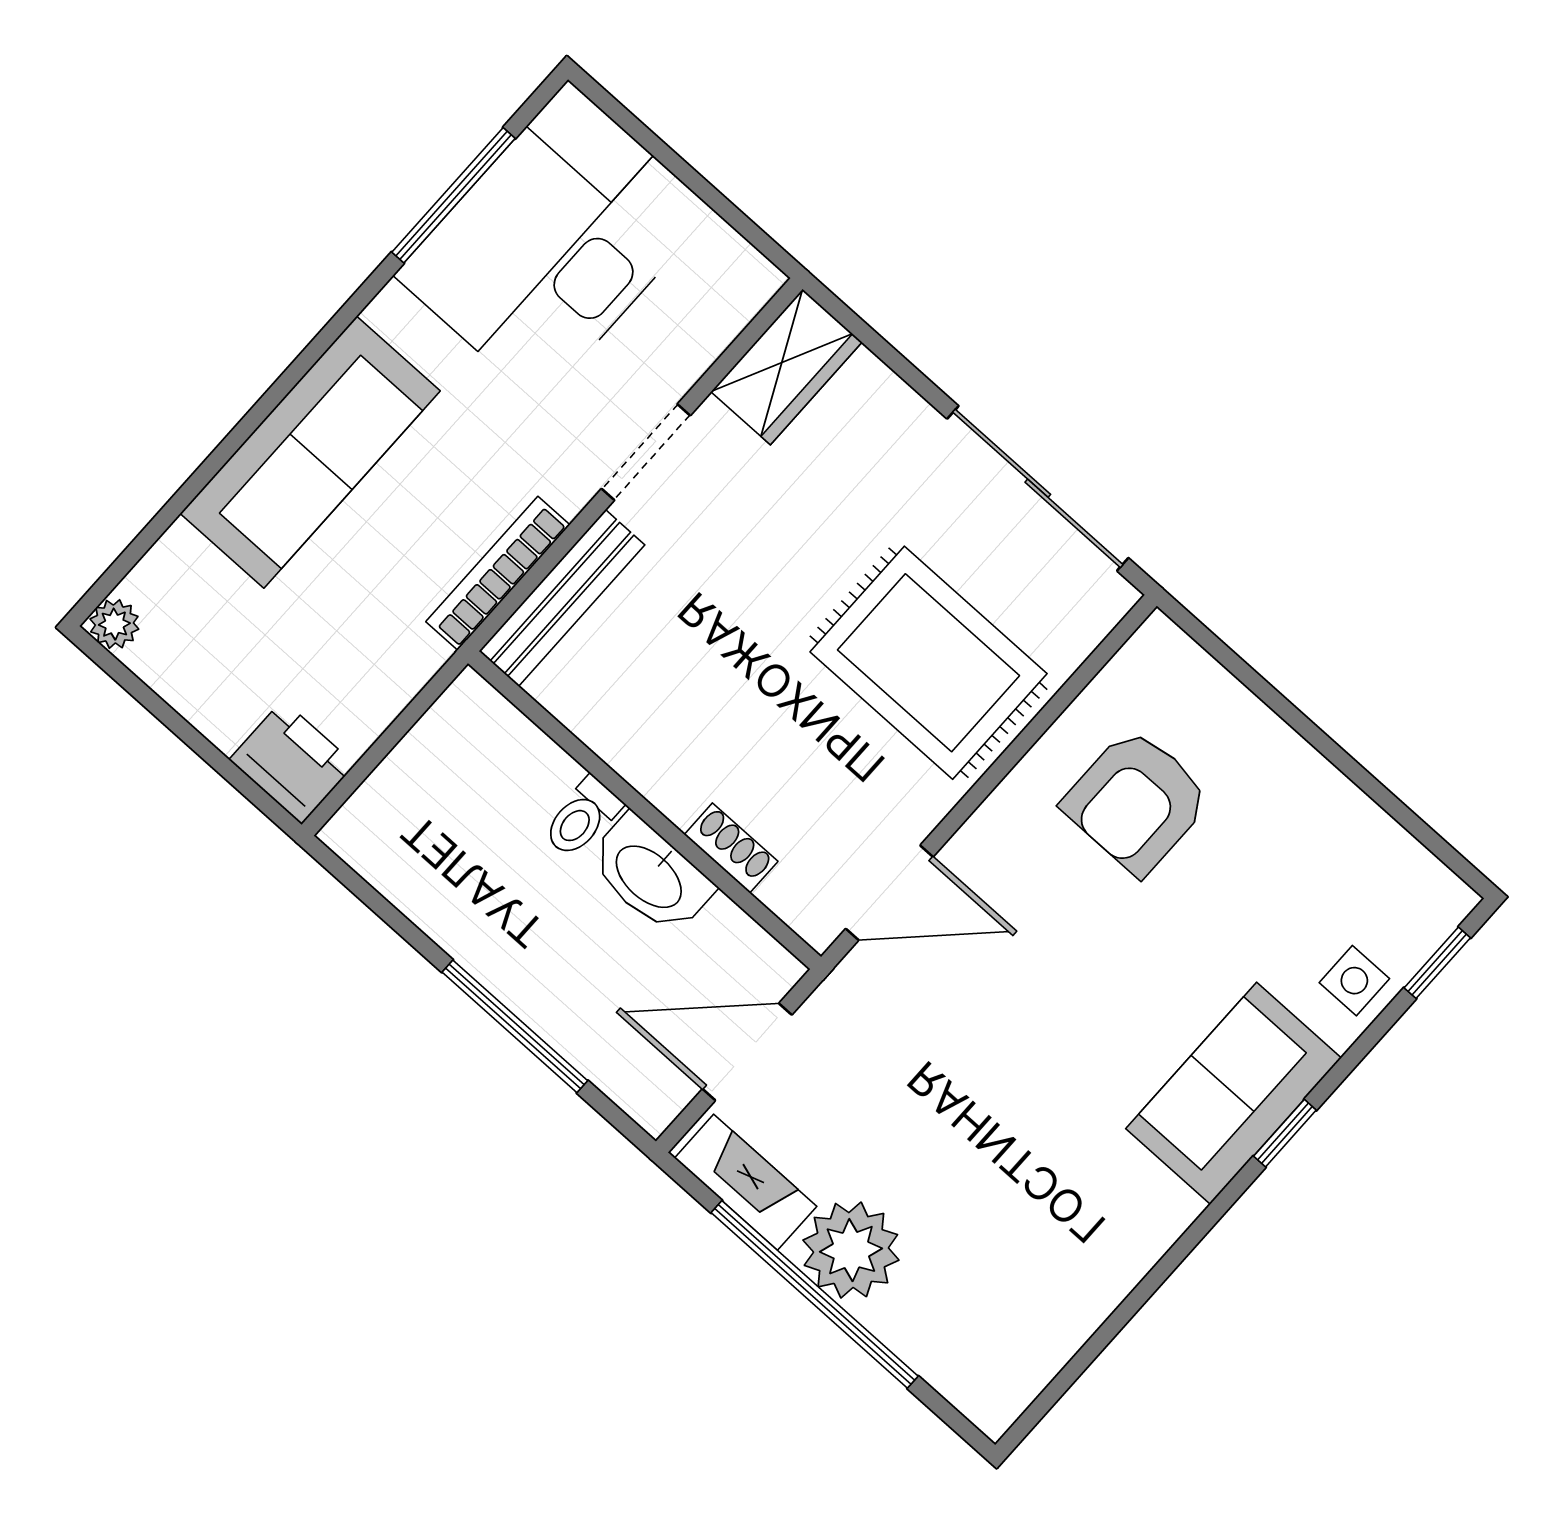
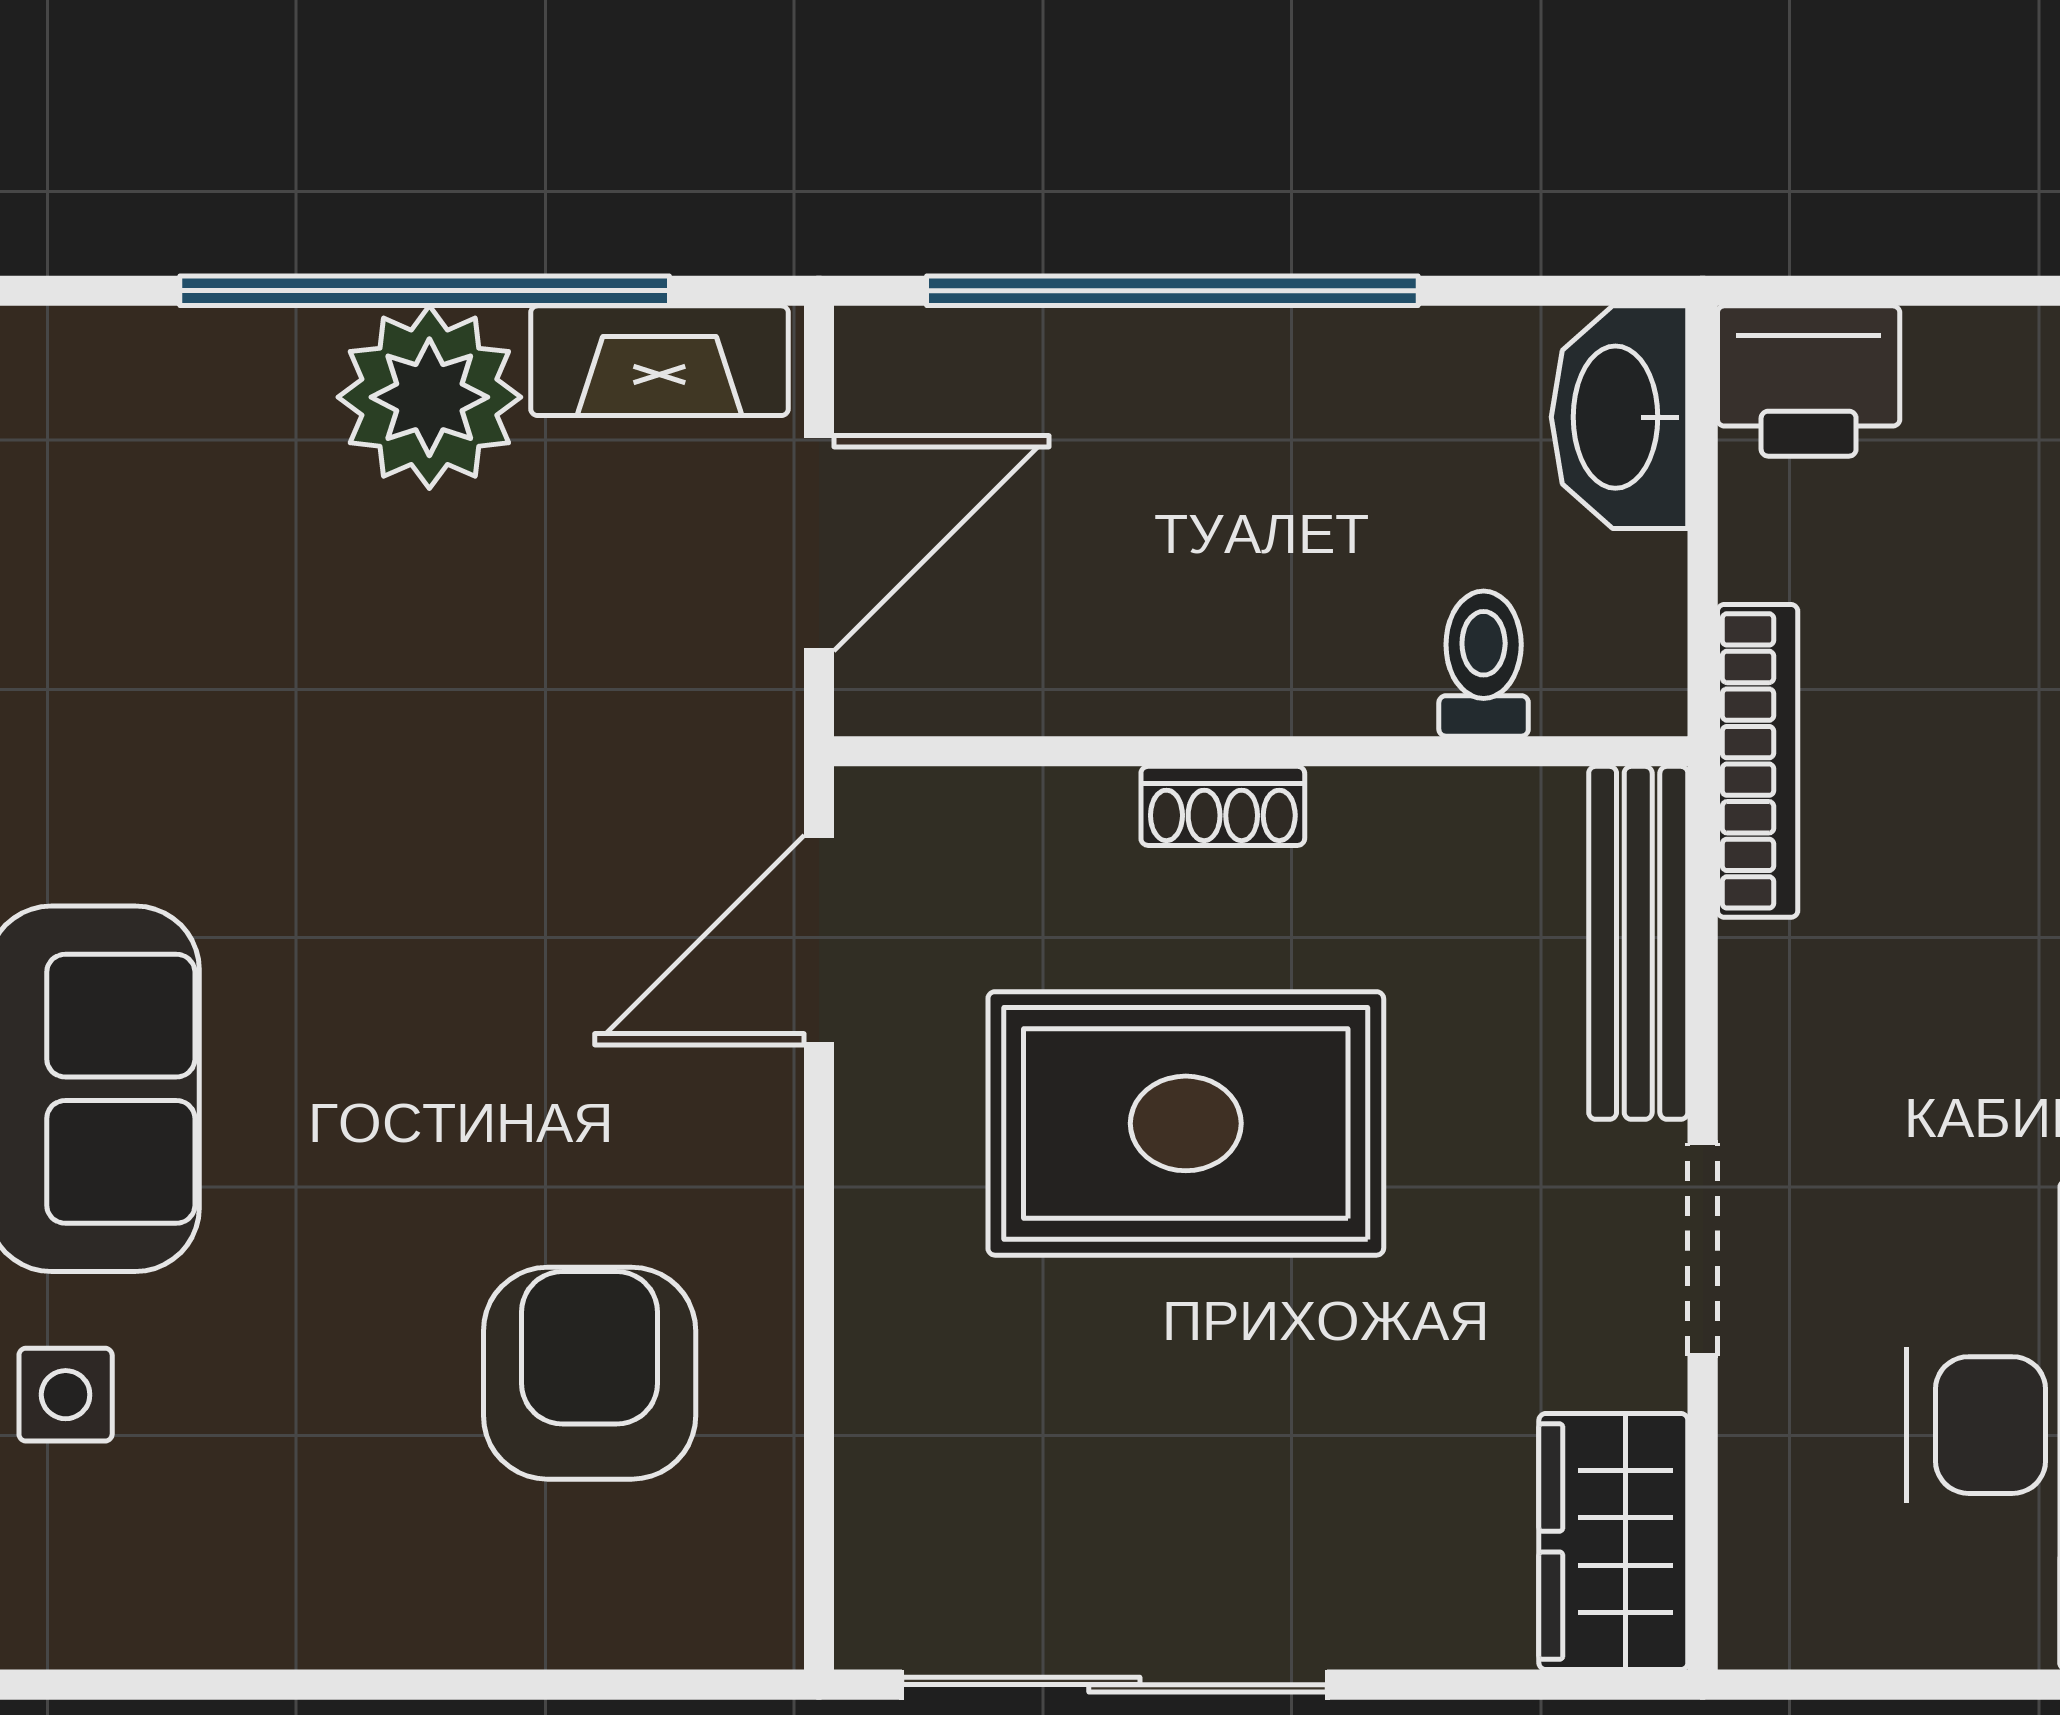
bookcase: (498, 573) -> (1758, 761), moved
rug: (929, 663) -> (1186, 1123), moved
toilet: (582, 817) -> (1484, 664), moved
shoe rack: (731, 848) -> (1223, 806), moved
washbasin: (650, 875) -> (1620, 417), moved, turned -90
window: (515, 1026) -> (1172, 291), width x1.46

